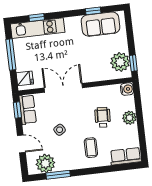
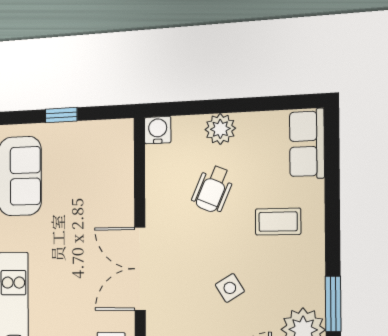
plant: (120, 62) -> (100, 141), removed
window: (133, 63) -> (61, 115), moved
wheelchair: (103, 117) -> (213, 189), turned -70

